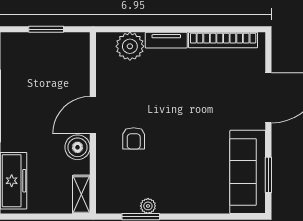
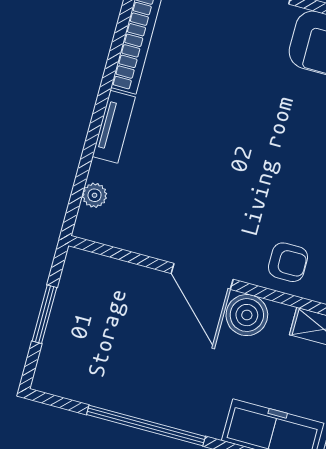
plant: (130, 46) -> (95, 195), width x0.53, depth x0.53
armchair: (134, 138) -> (288, 262), moved

